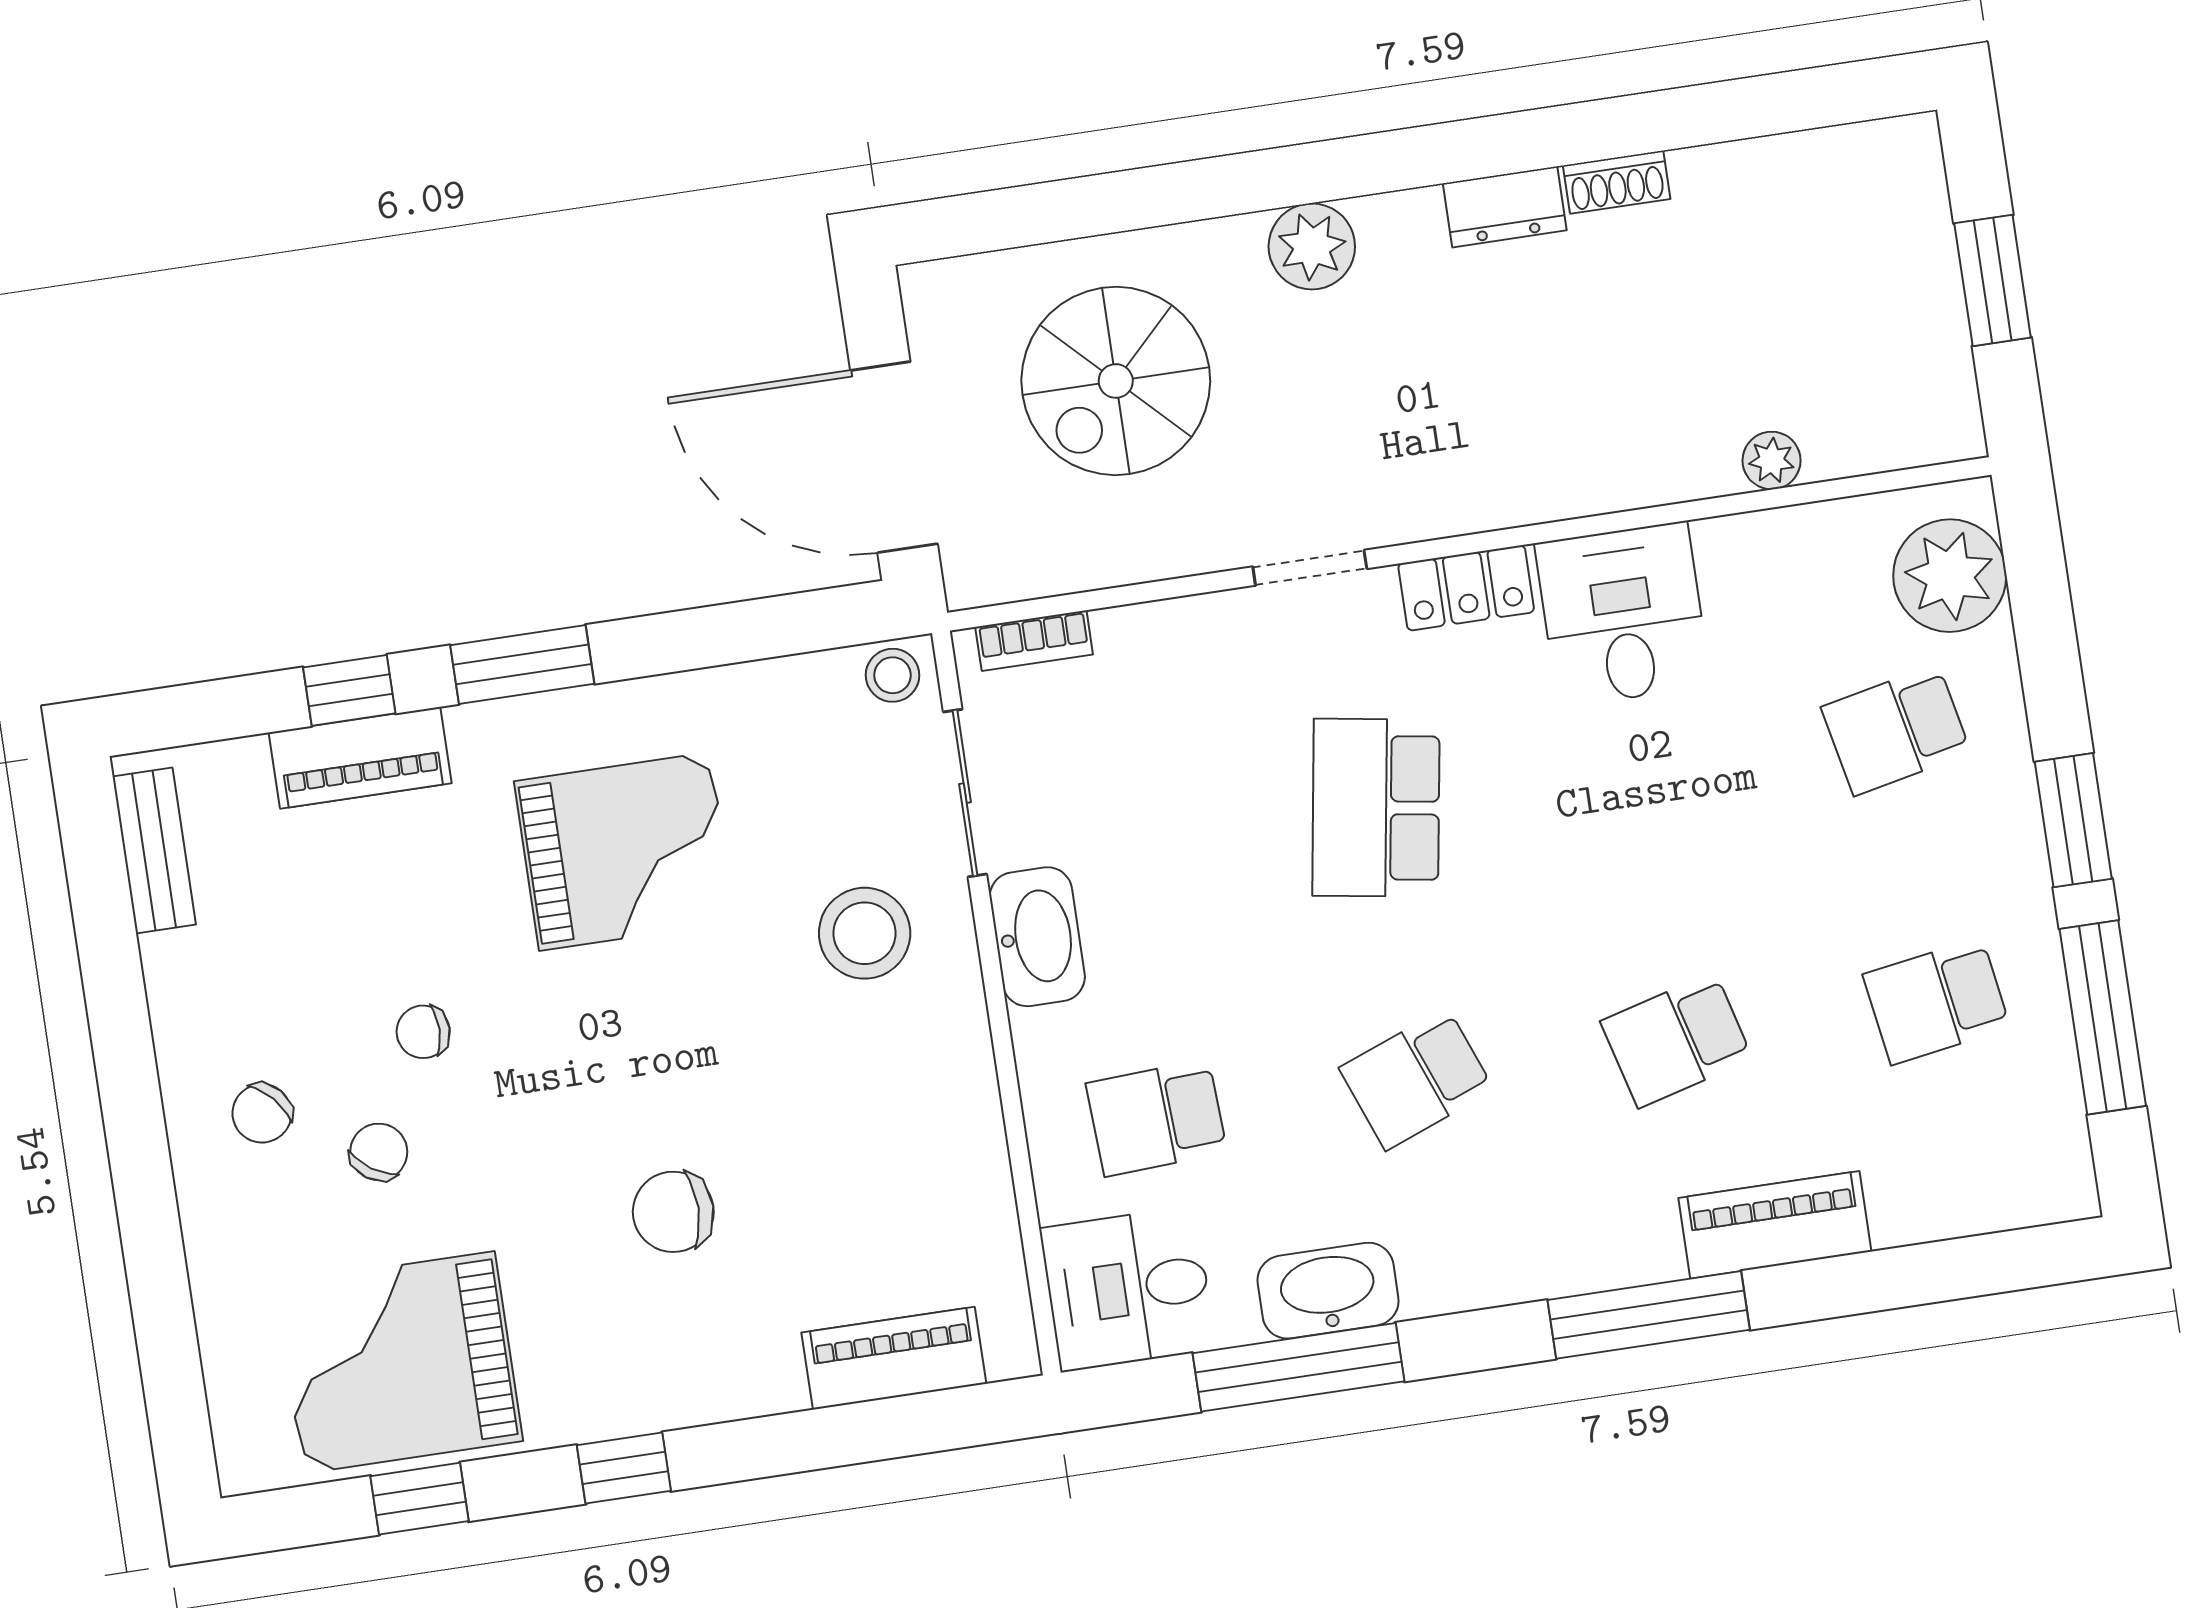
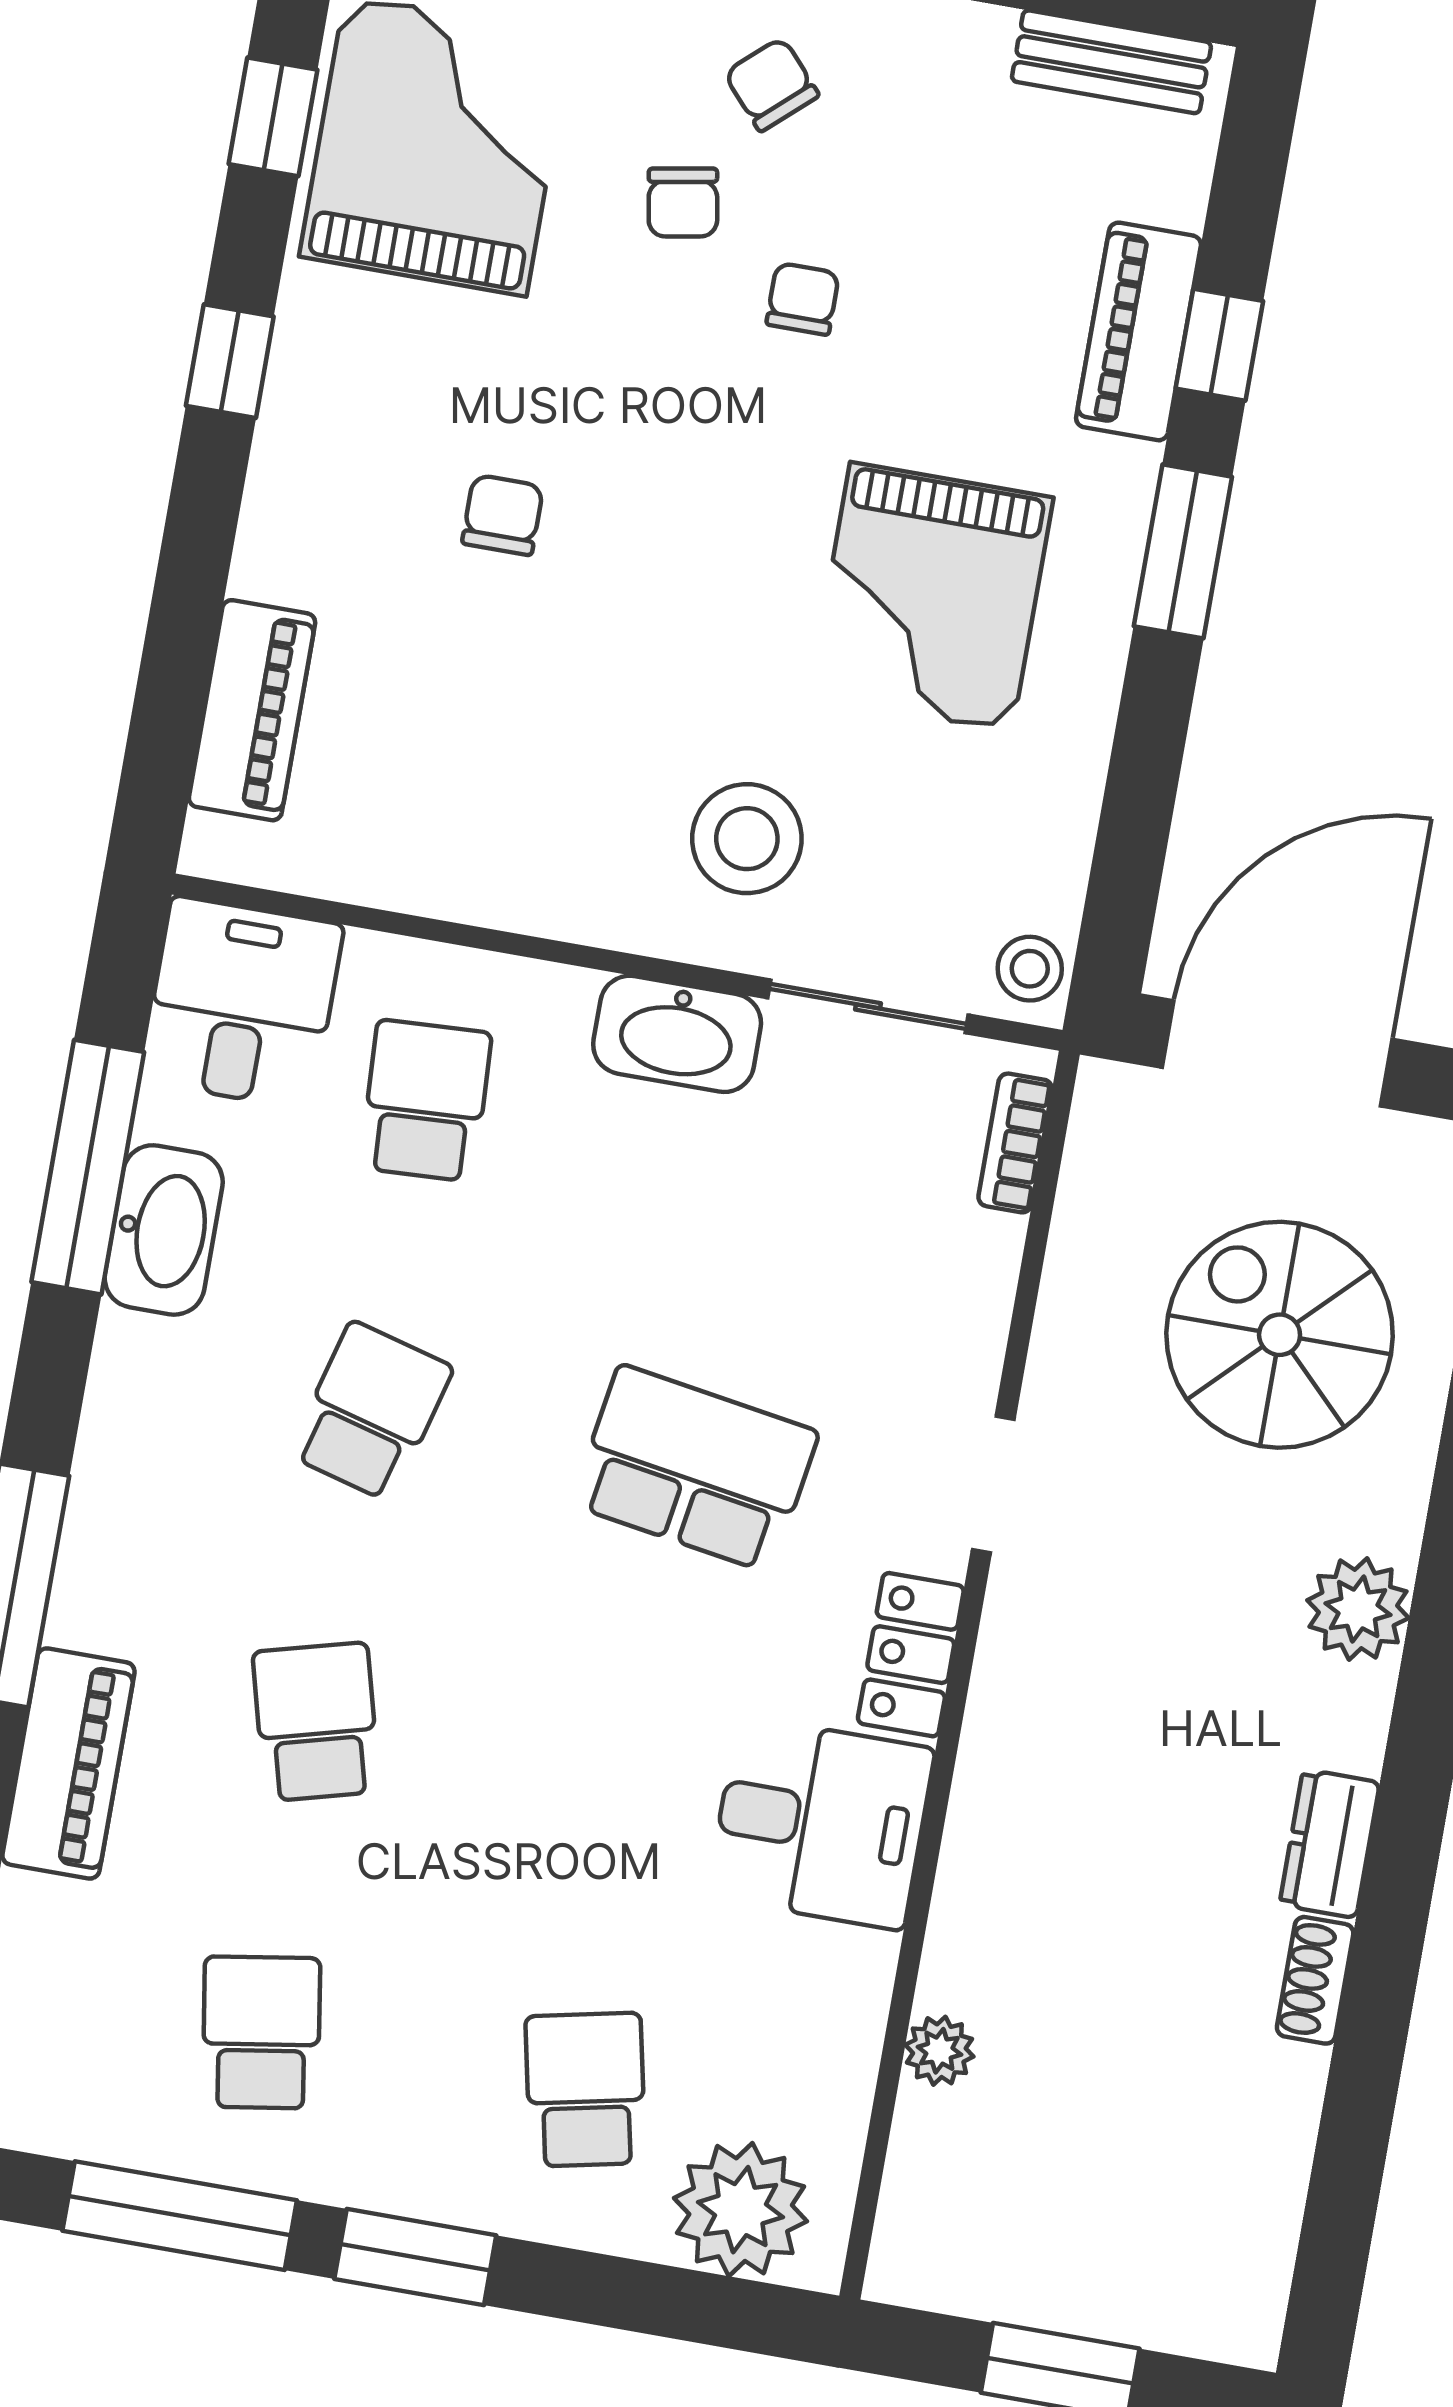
school desk: (1416, 1079) -> (371, 1411), turned 36
chair: (379, 1152) -> (683, 203), turned 46
chair: (673, 1212) -> (503, 515), width x0.73, depth x0.73

